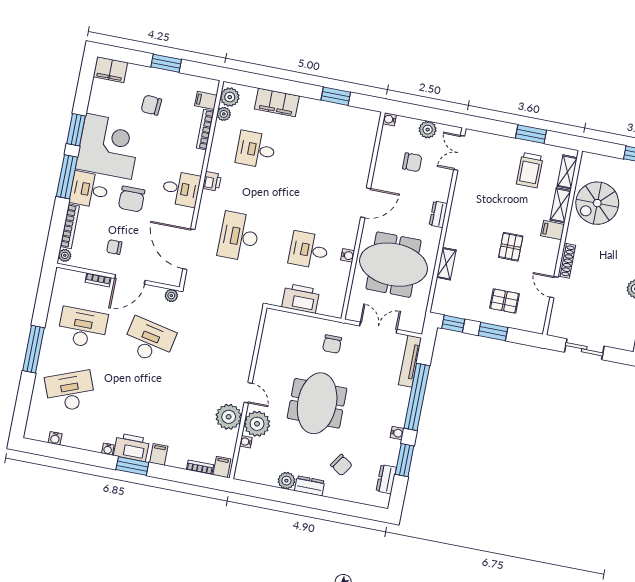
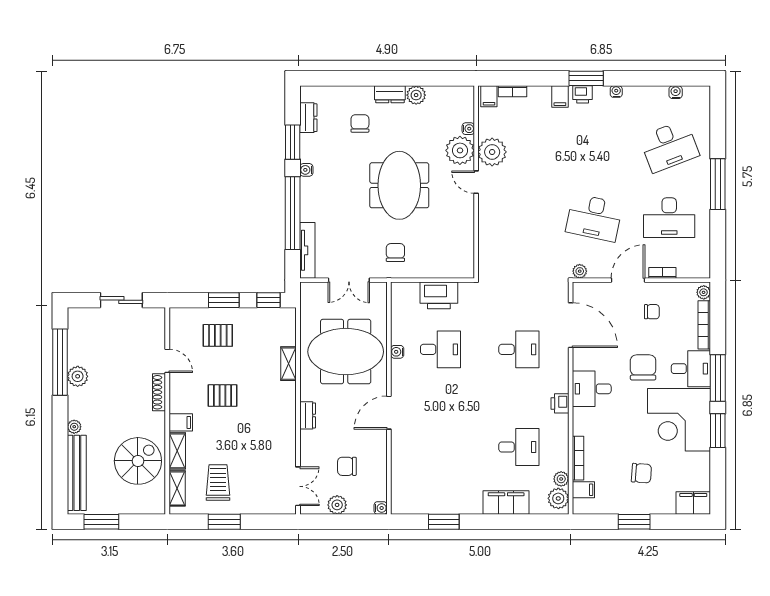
desk: (239, 237) -> (519, 349), width x0.73
pallet: (511, 247) -> (223, 396), turned 90
printer: (131, 447) -> (583, 94), width x0.53, depth x0.68
chair: (341, 465) -> (360, 123), turned 56

